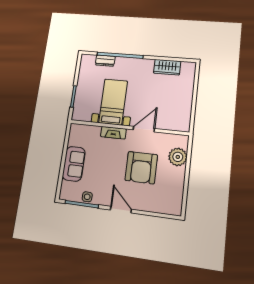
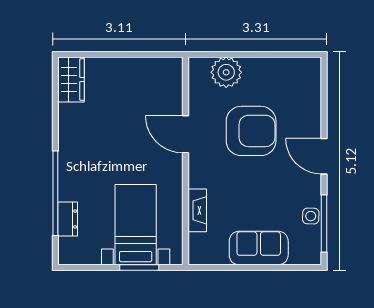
wardrobe: (167, 67) -> (71, 79), moved
bed with nightstands: (113, 102) -> (136, 225), moved, turned 90
fireplace: (113, 133) -> (197, 210), moved
door: (121, 210) -> (324, 156), hinge flipped

